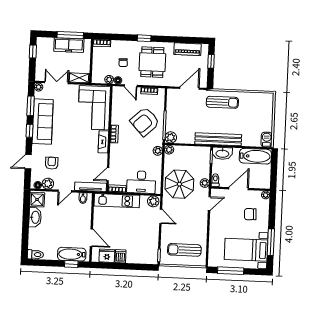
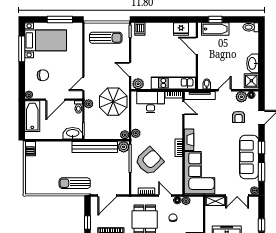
bench: (218, 139) -> (95, 147), moved
bathtub: (255, 156) -> (32, 116), moved, turned 90
door: (108, 174) -> (183, 108), hinge flipped
dishwasher: (120, 256) -> (140, 29), moved

